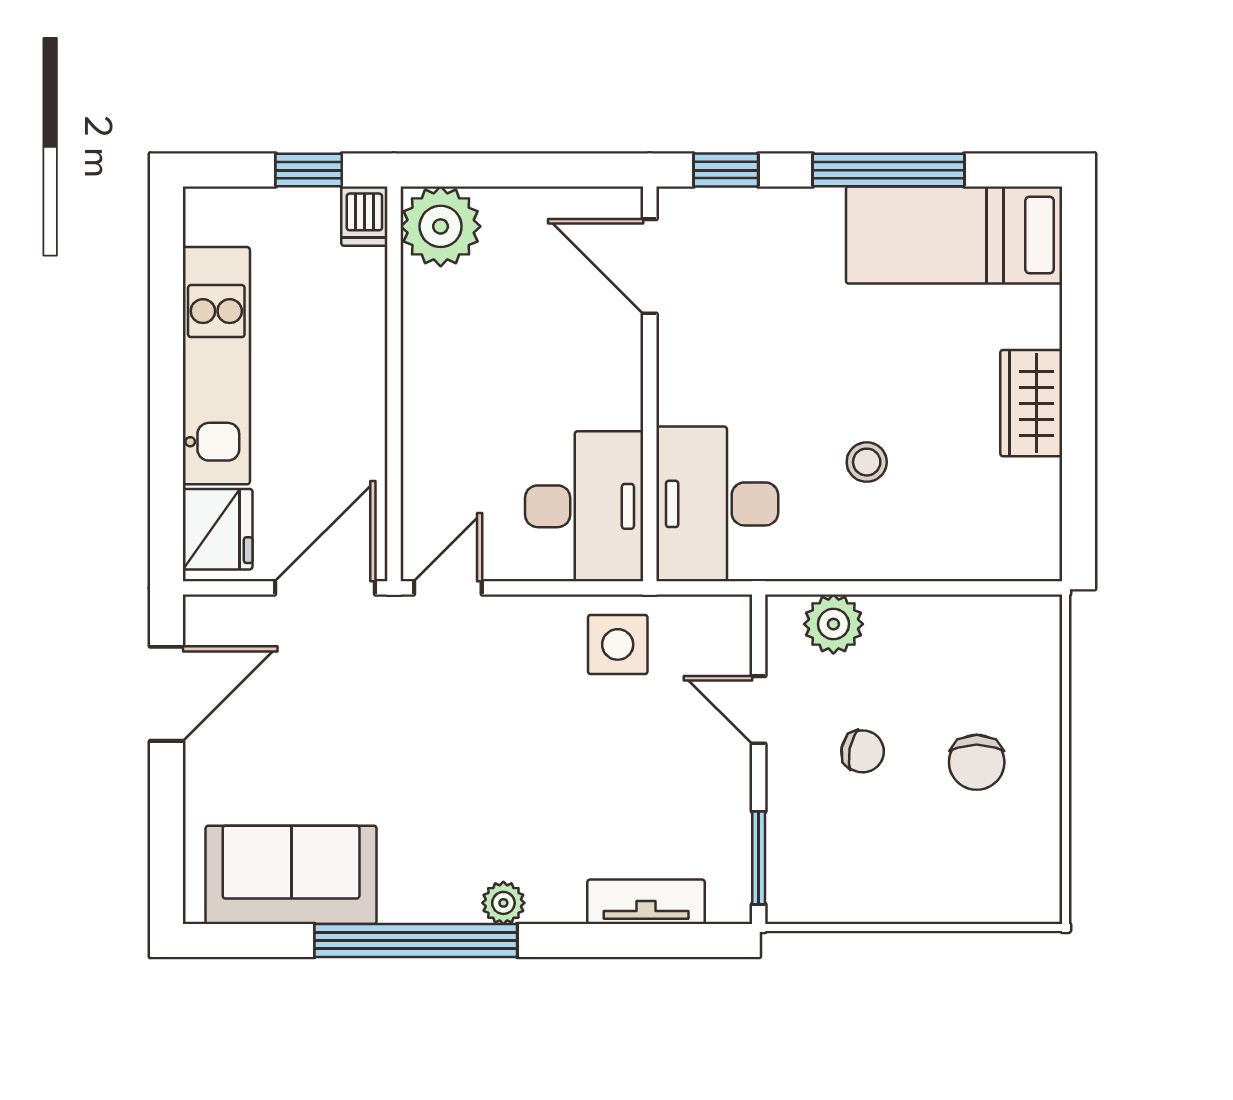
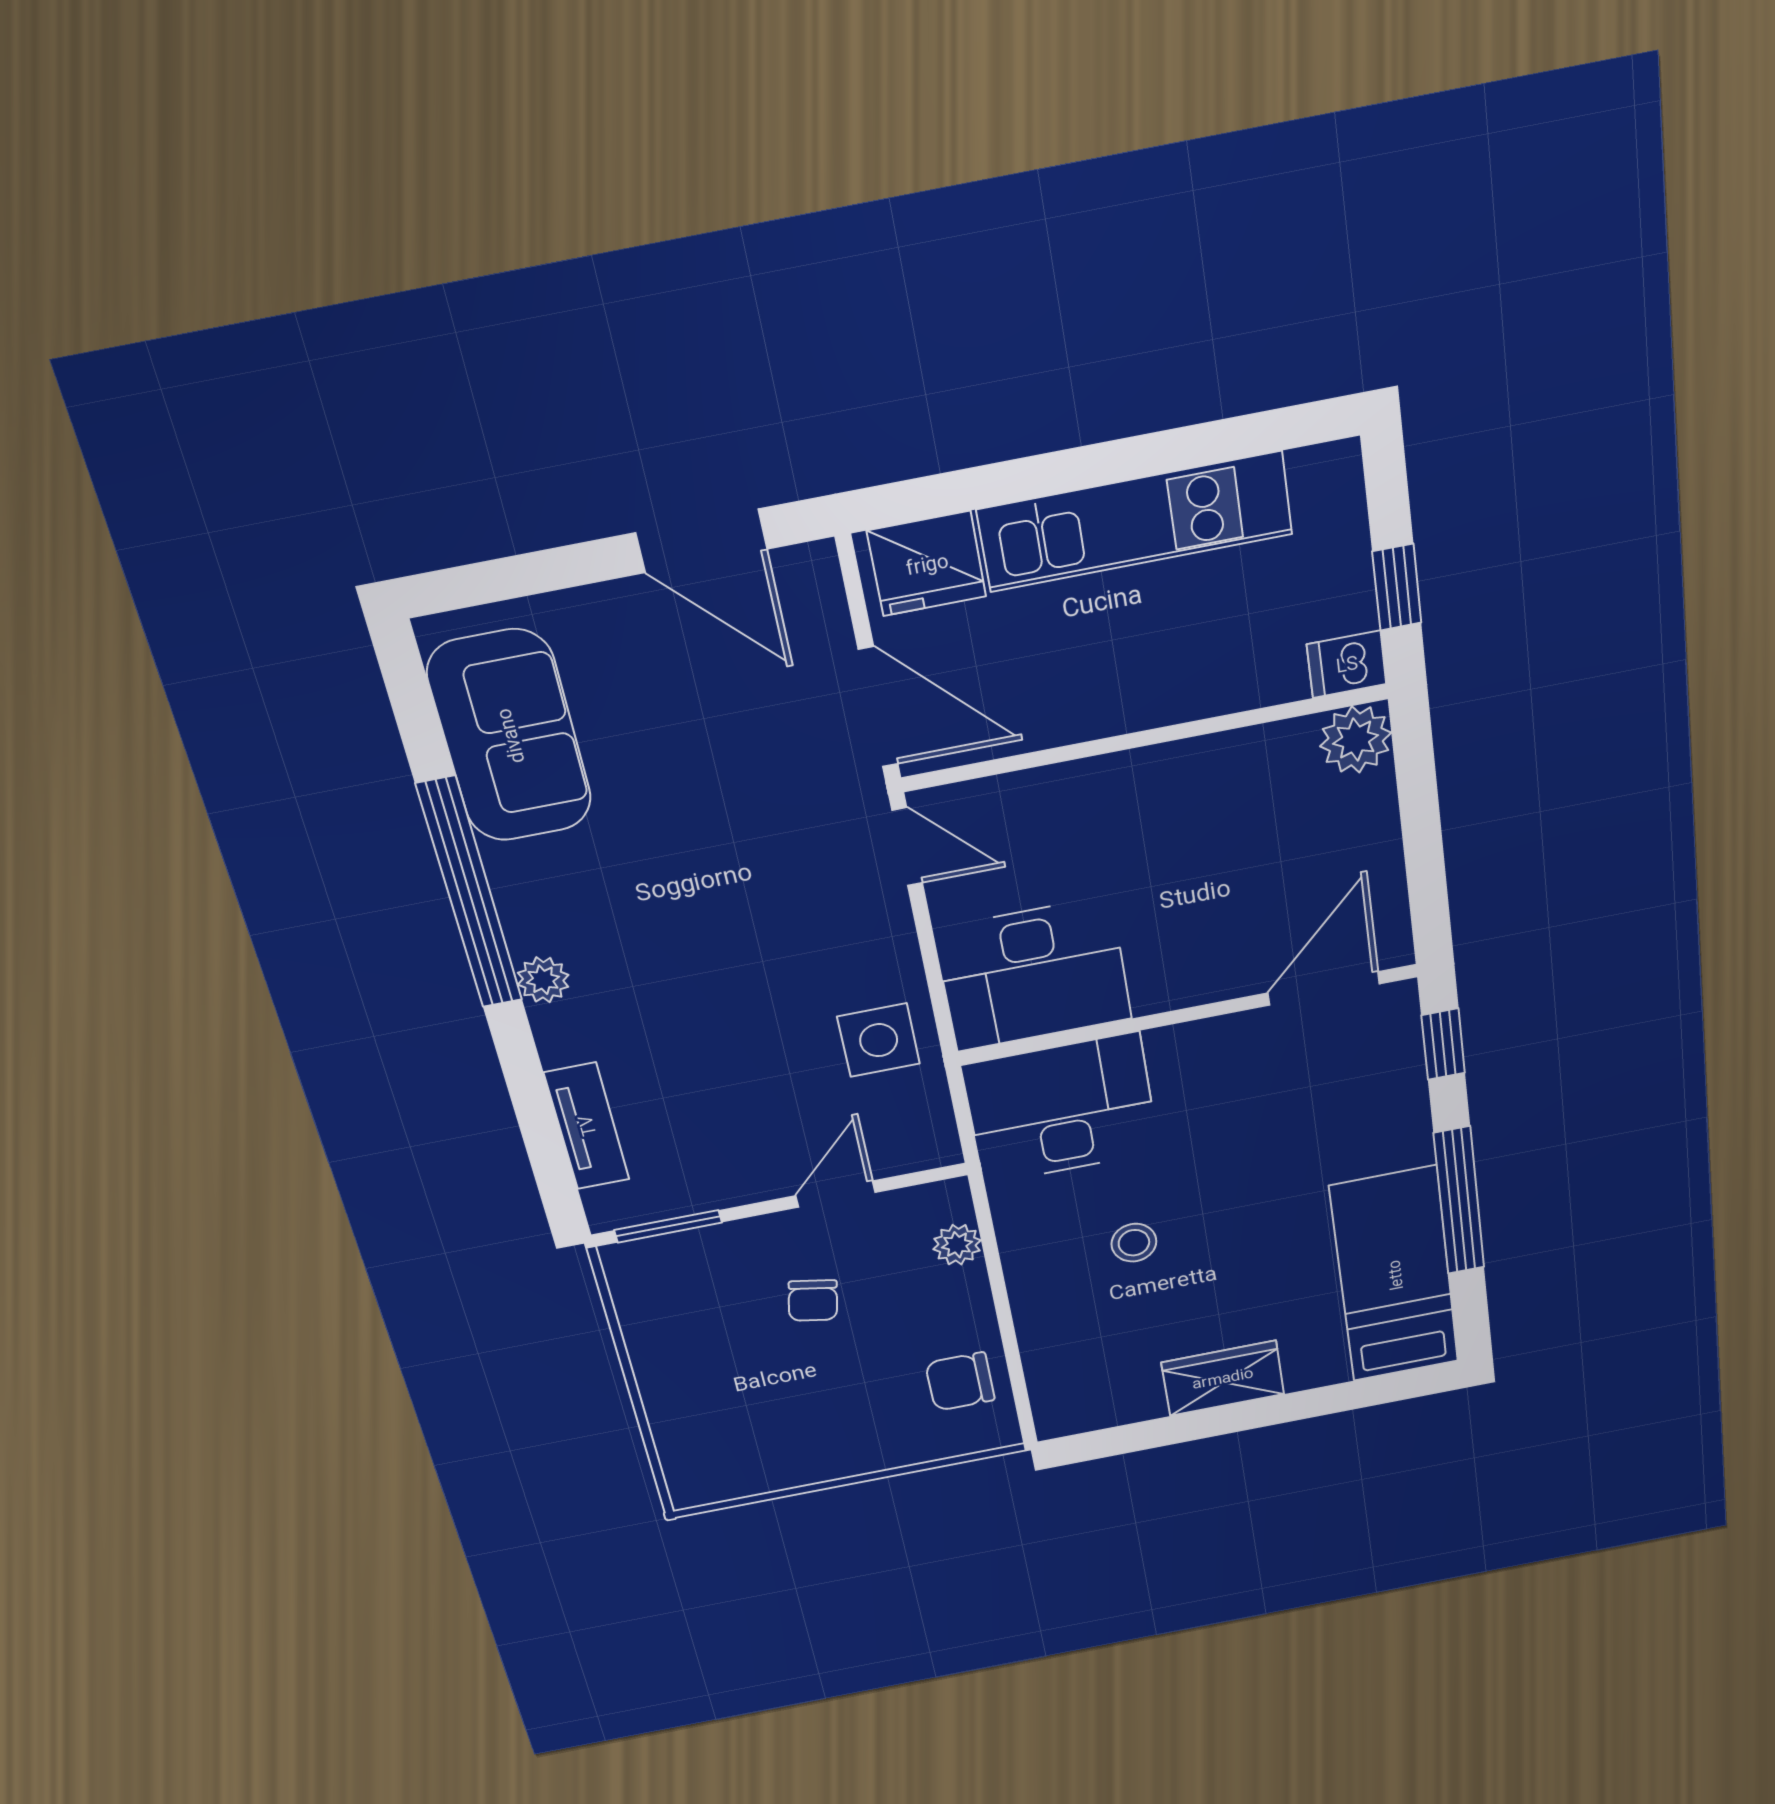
plant: (441, 226) -> (1356, 740), width x0.73, depth x0.73
plant: (833, 624) -> (957, 1245), width x0.73, depth x0.73
chair: (977, 762) -> (960, 1382), moved

